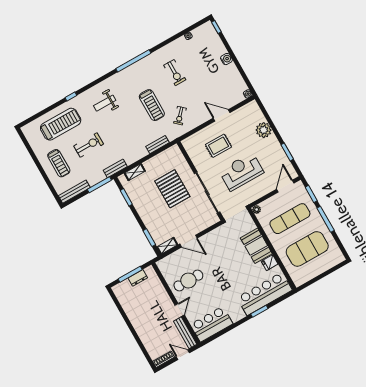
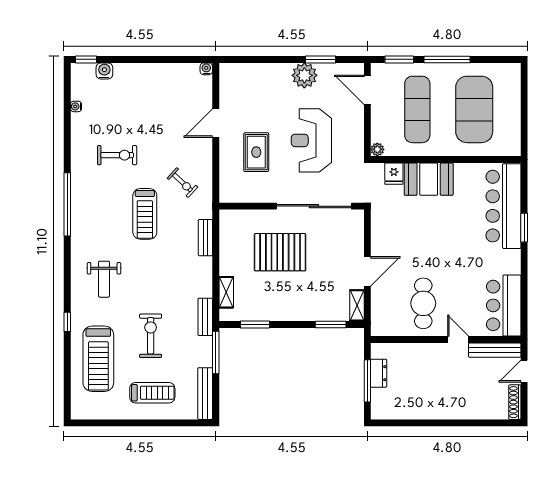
water cooler: (226, 59) -> (104, 71), moved
treadmill: (152, 105) -> (145, 214), turned 90
treadmill: (61, 124) -> (98, 359), turned 180
plant: (264, 130) -> (304, 75), moved
fridge: (270, 263) -> (394, 174), moved

